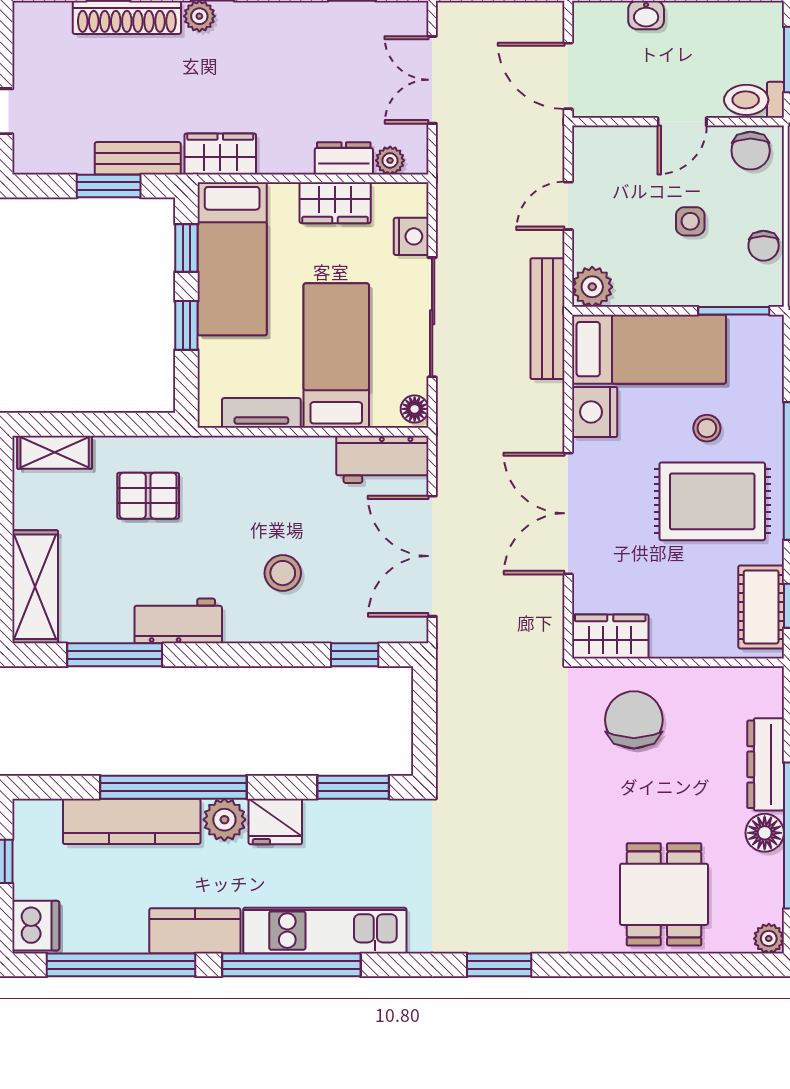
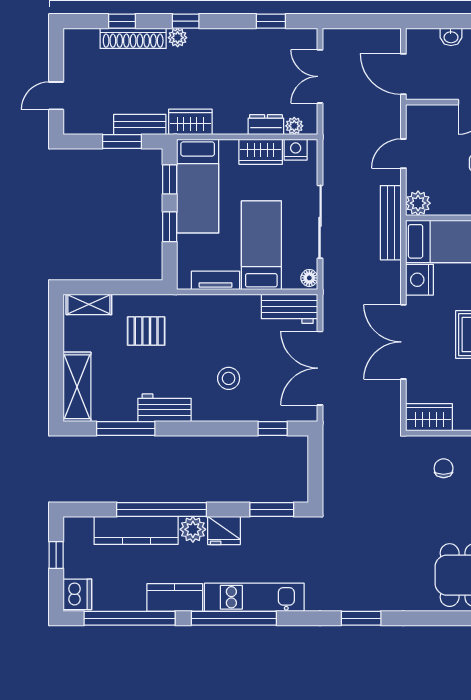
nightstand: (411, 236) -> (296, 150), moved, turned -90
chair: (634, 720) -> (444, 468), width x0.54, depth x0.54

